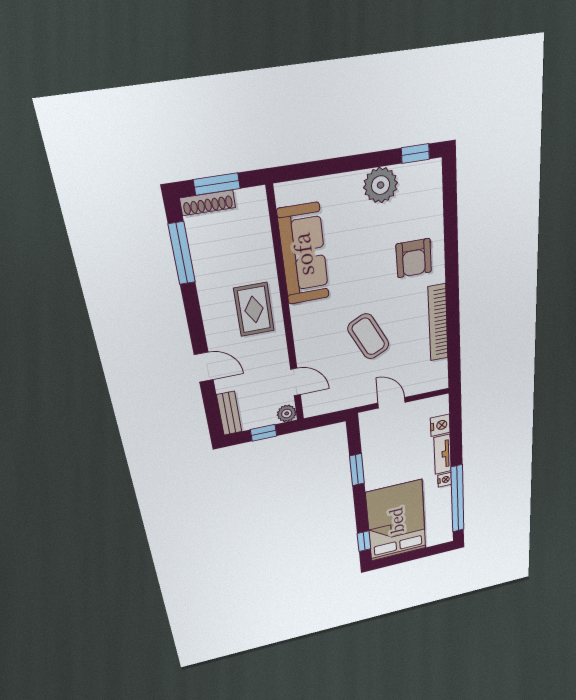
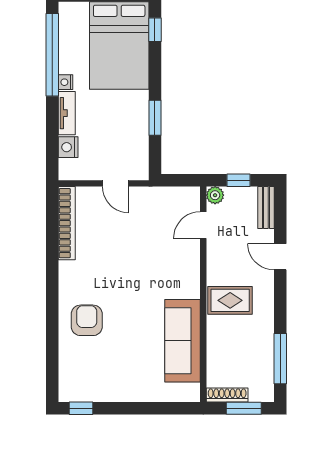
plant: (381, 185) -> (112, 387), removed
shoe rack: (208, 203) -> (227, 395), moved
rug: (254, 309) -> (230, 300), turned 90
bookcase: (438, 323) -> (67, 223), moved
coffee table: (368, 336) -> (133, 255), removed
door: (296, 382) -> (203, 225), hinge flipped

